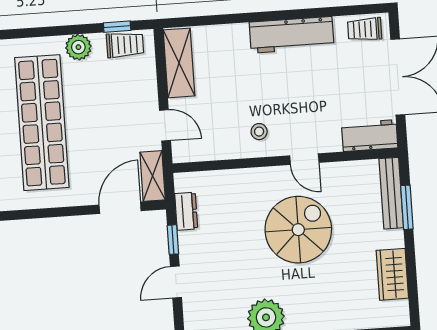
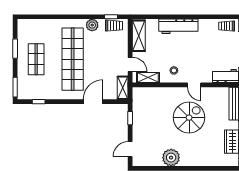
workbench: (292, 35) -> (178, 26), moved
shelving: (205, 150) -> (148, 77), added
door: (120, 208) -> (93, 102), moved
dresser: (186, 211) -> (137, 105), removed
door: (176, 282) -> (130, 149), moved

